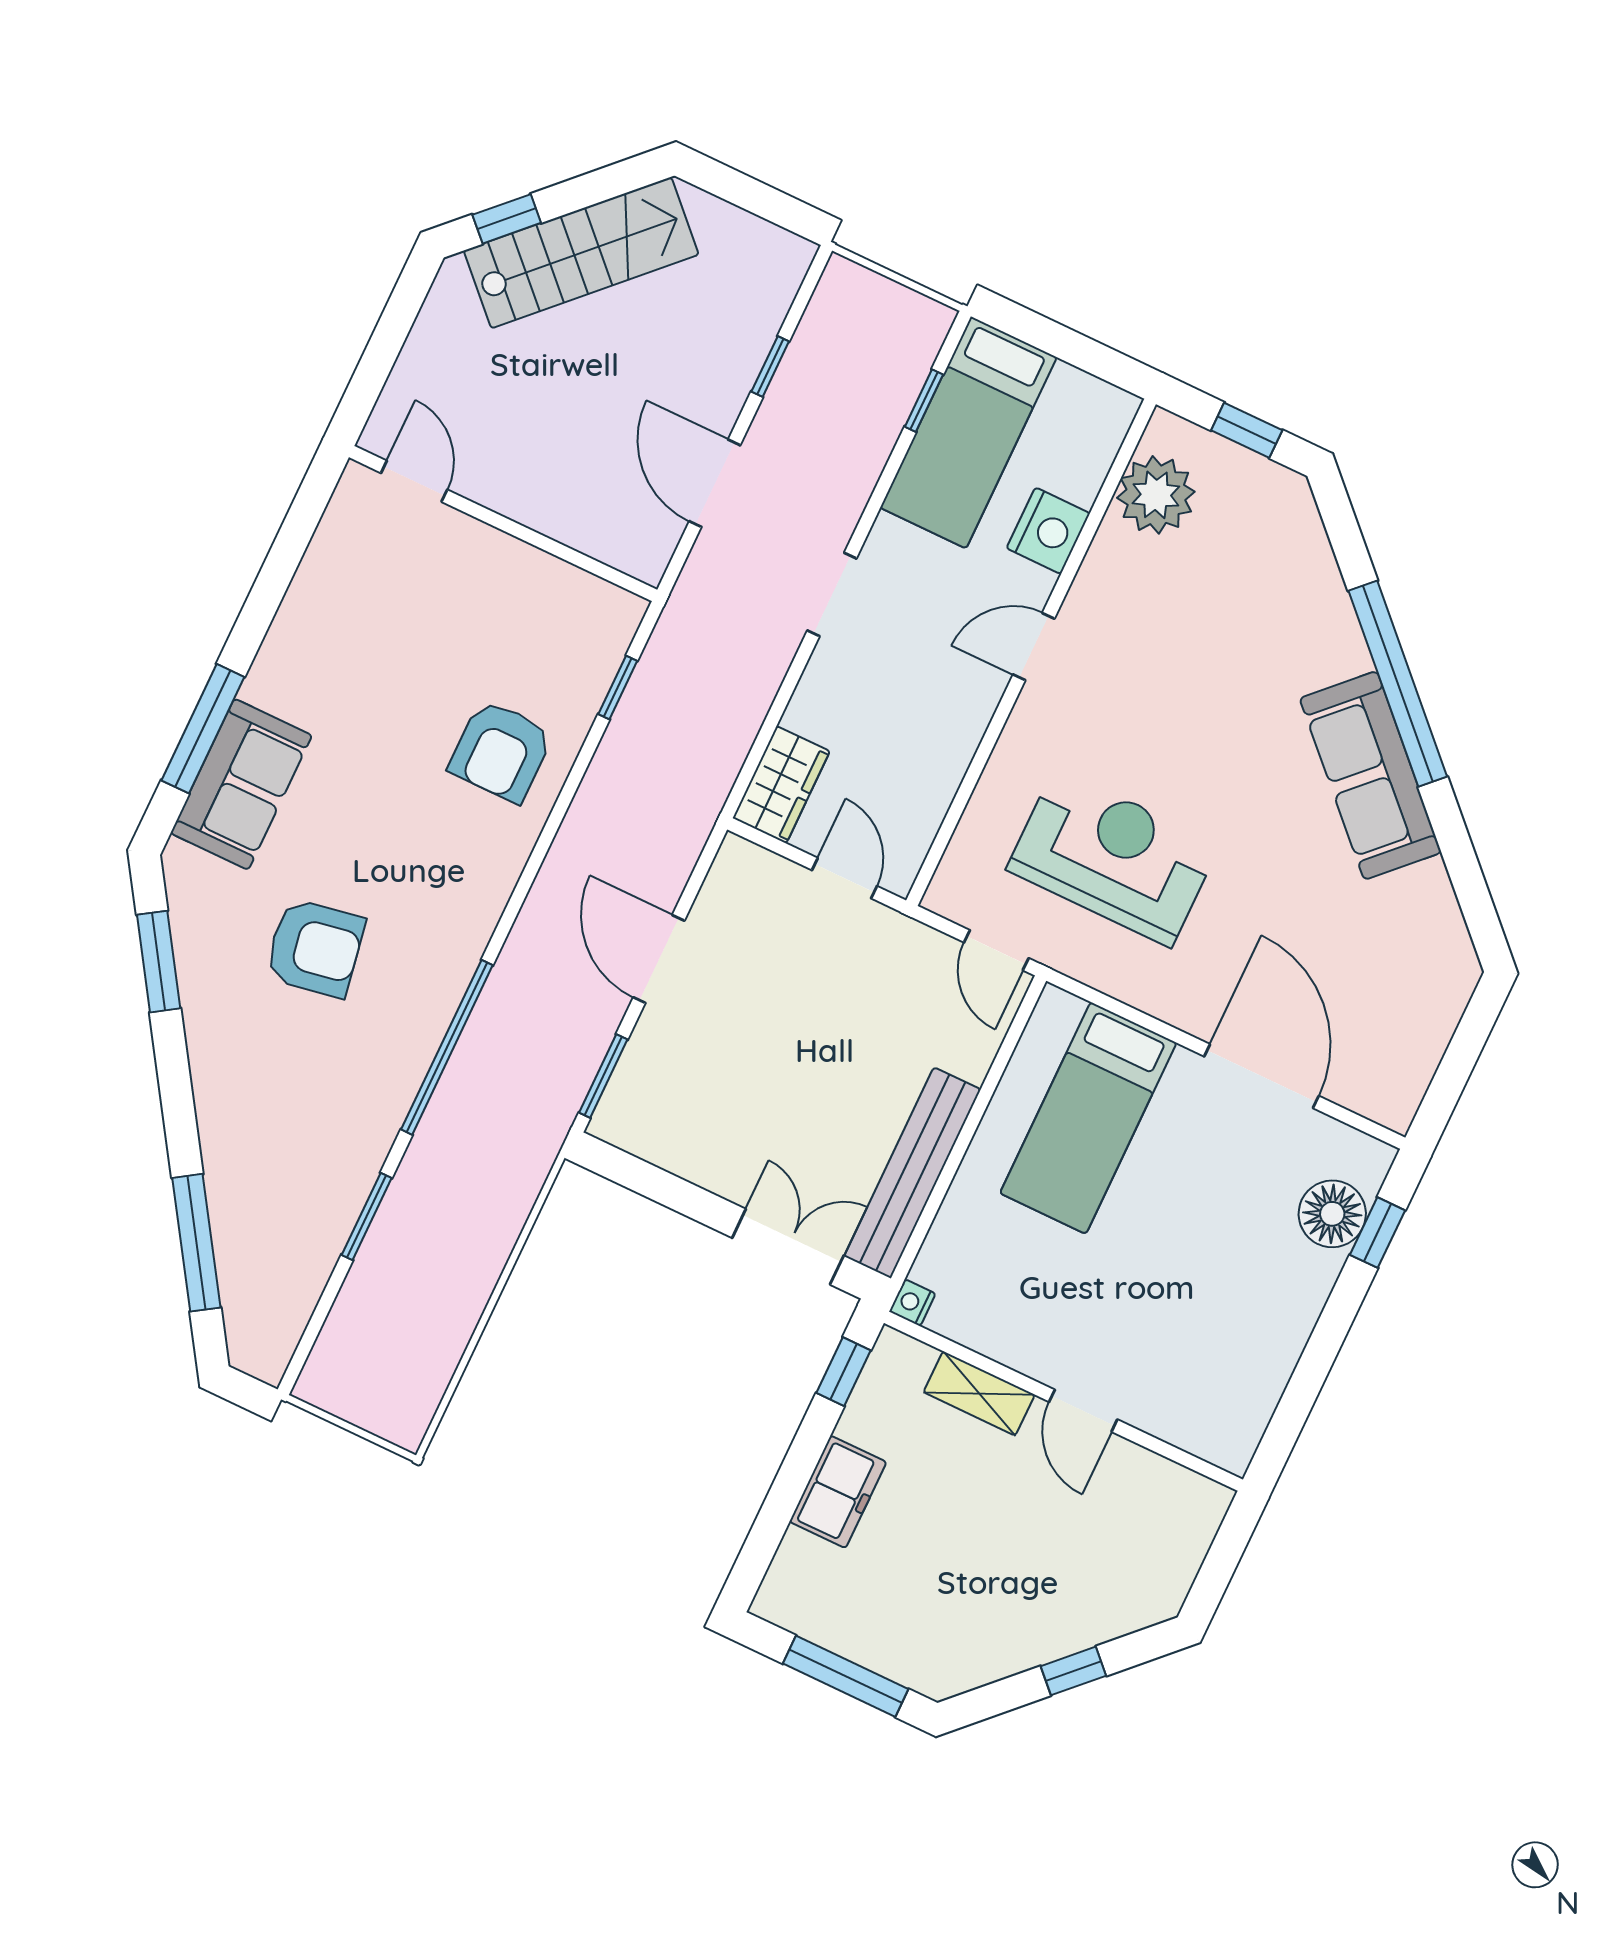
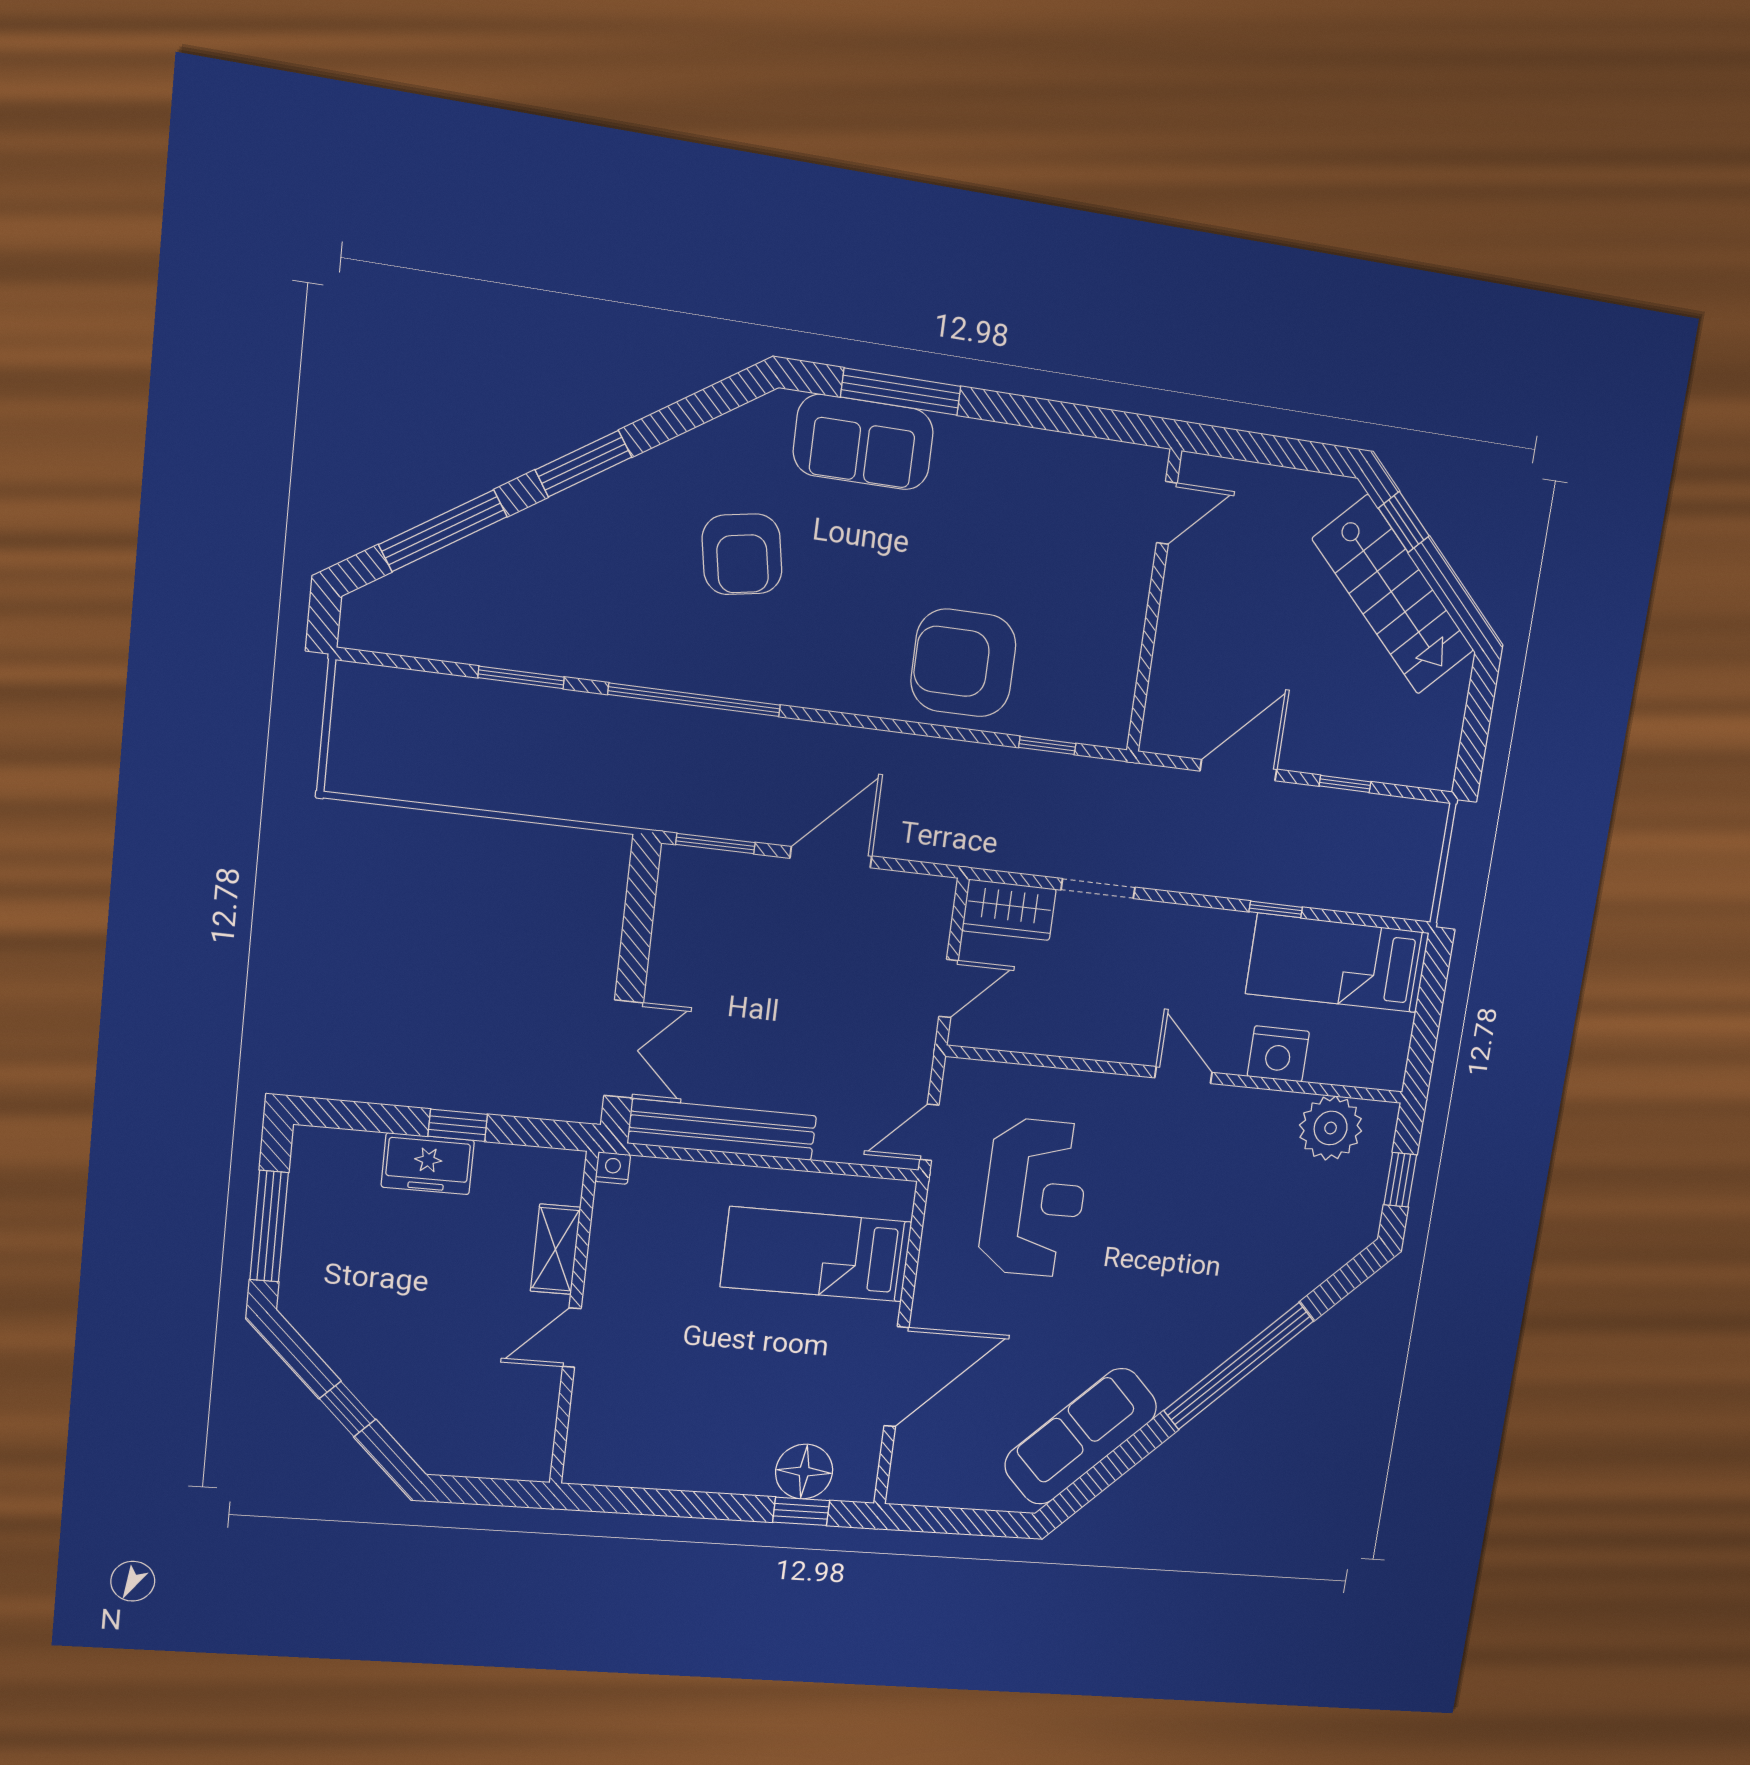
window: (924, 401) -> (1276, 909), moved
doorway: (832, 595) -> (1098, 889), moved
armchair: (501, 751) -> (963, 663), width x1.36, depth x1.36
sofa: (1371, 775) -> (1081, 1436), moved
window: (159, 962) -> (583, 464), moved
window: (844, 1372) -> (458, 1125), moved

